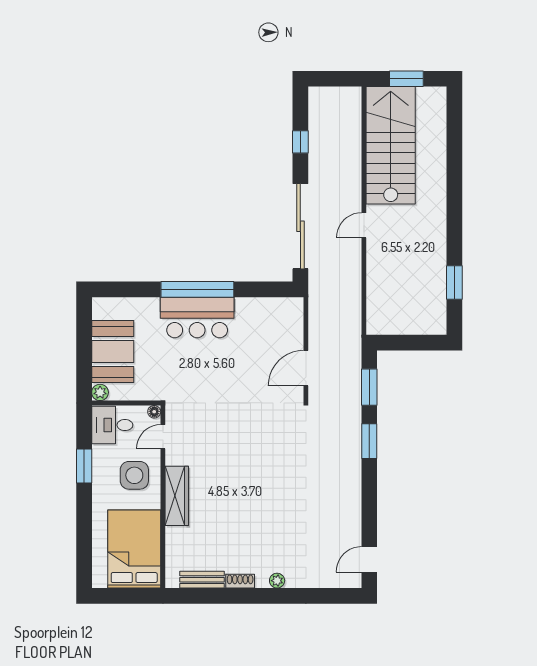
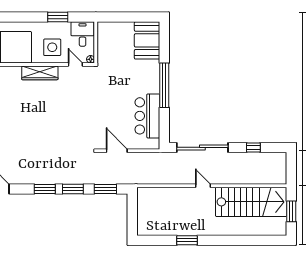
window: (454, 283) -> (187, 240), moved
bar counter: (197, 317) -> (147, 116), moved
booth: (113, 352) -> (147, 40), moved, turned 90
plant: (100, 392) -> (102, 27), removed
window: (369, 488) -> (45, 189), added

